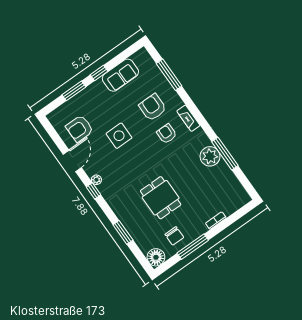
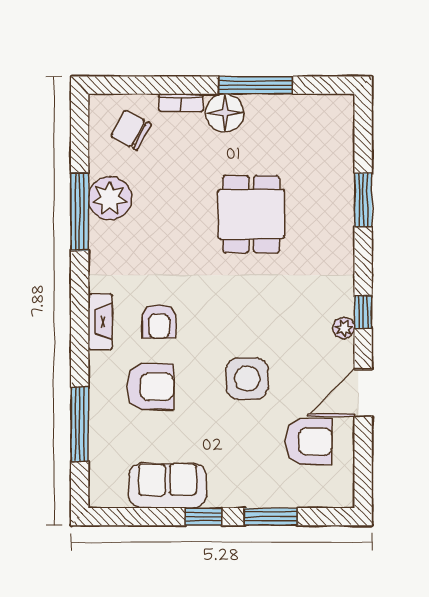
armchair: (153, 107) -> (151, 387), turned -90
plant: (210, 156) -> (110, 198), moved
chair: (174, 236) -> (131, 130), moved, turned -62
floor lamp: (156, 257) -> (225, 113), moved

